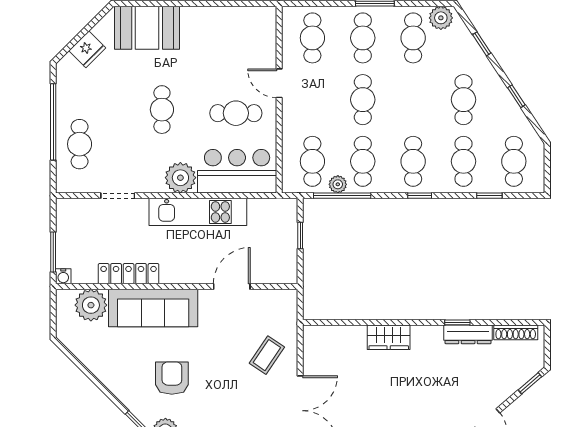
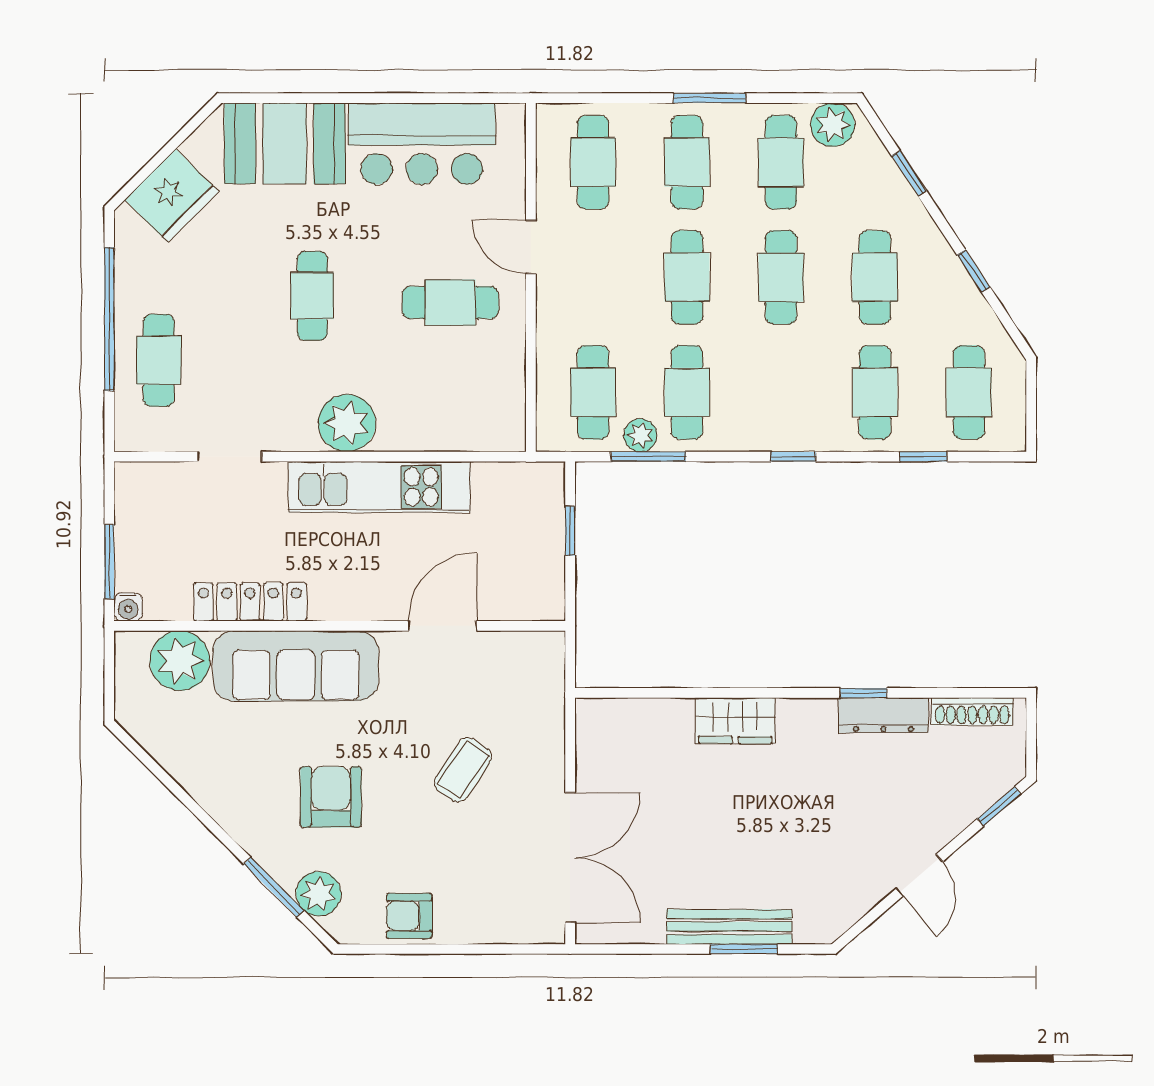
fridge: (87, 49) -> (172, 196), width x1.36, depth x1.34
cafe table: (413, 161) -> (781, 277), moved
bar counter: (237, 171) -> (422, 144), moved, turned 180
window: (342, 196) -> (649, 457), width x0.69
coffee table: (267, 355) -> (463, 770), moved

